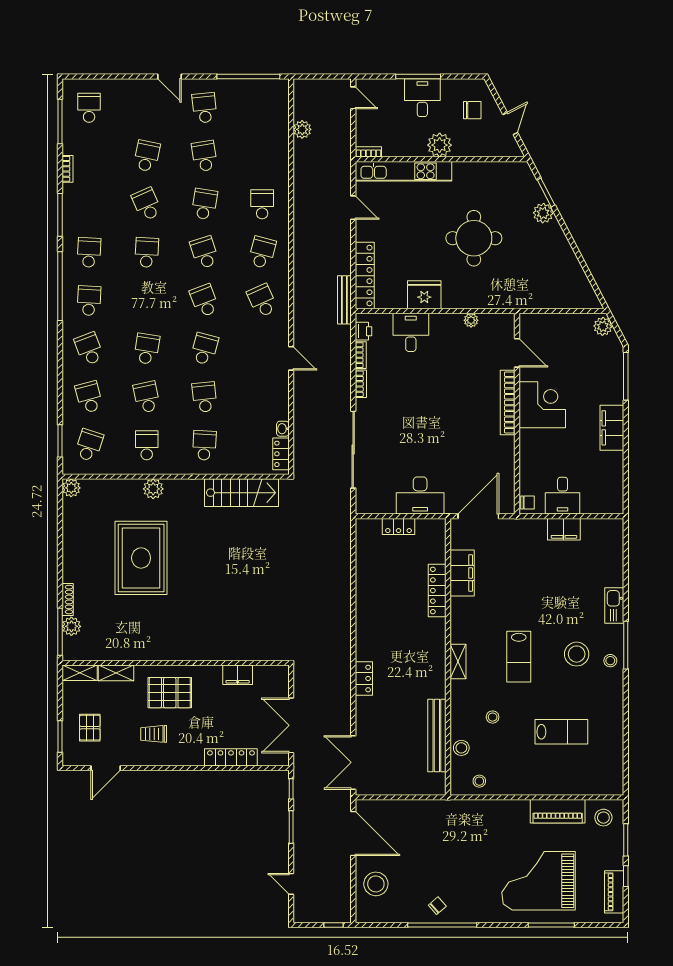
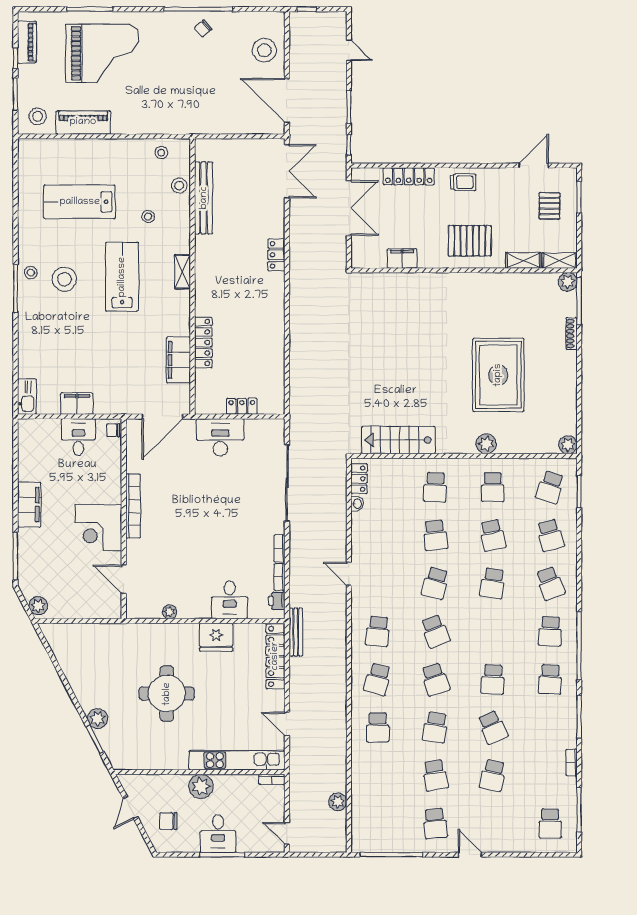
school desk: (262, 301) -> (378, 631), turned 30
bookcase: (508, 402) -> (133, 506), moved
kitchen sink: (614, 605) -> (27, 397), moved
plant: (71, 626) -> (568, 282), moved
lab bench: (519, 657) -> (122, 277), width x1.36, depth x1.39
lab bench: (561, 732) -> (80, 202), width x1.36, depth x1.39
trolley: (154, 734) -> (463, 182), moved

